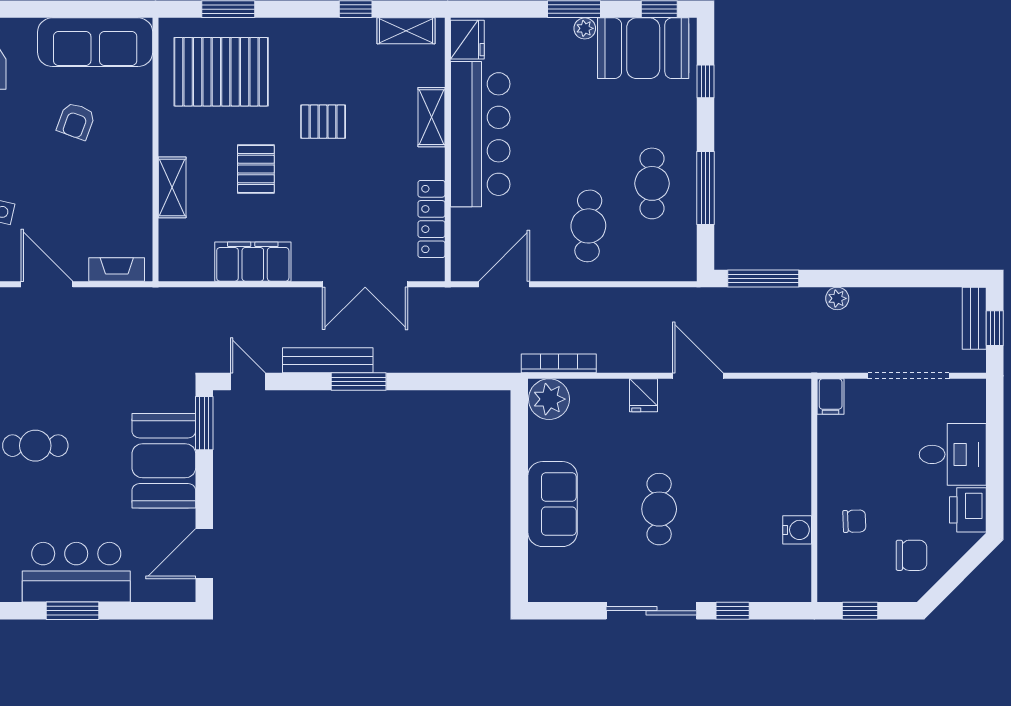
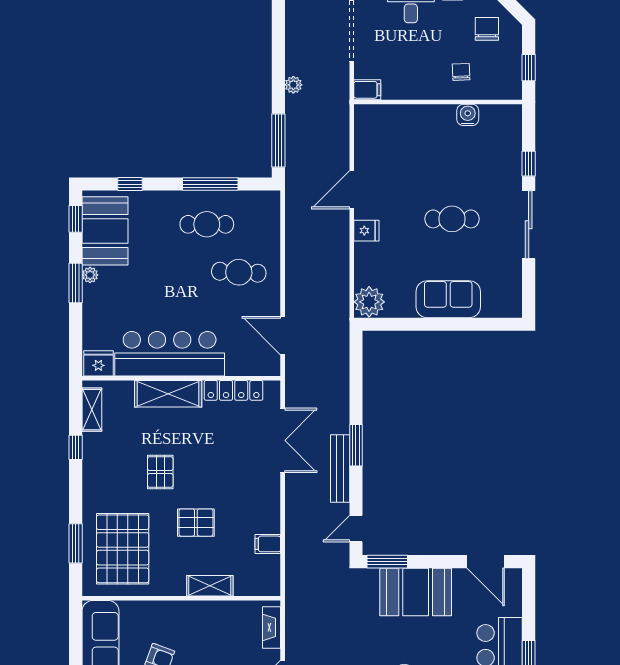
shelving: (431, 117) -> (168, 394), width x1.50, depth x1.33
filing cabinet: (253, 262) -> (268, 544), width x0.33, depth x0.86
bookcase: (559, 363) -> (342, 294), removed

